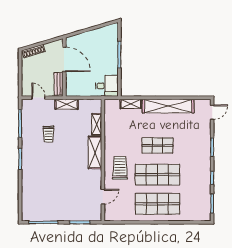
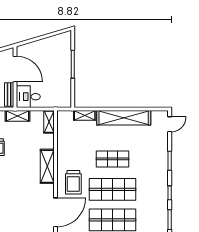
desk: (107, 86) -> (28, 97), moved, turned 180
shelving: (97, 124) -> (49, 122), moved
trolley: (120, 168) -> (73, 182), turned 180
door: (103, 197) -> (55, 212), width x1.87

